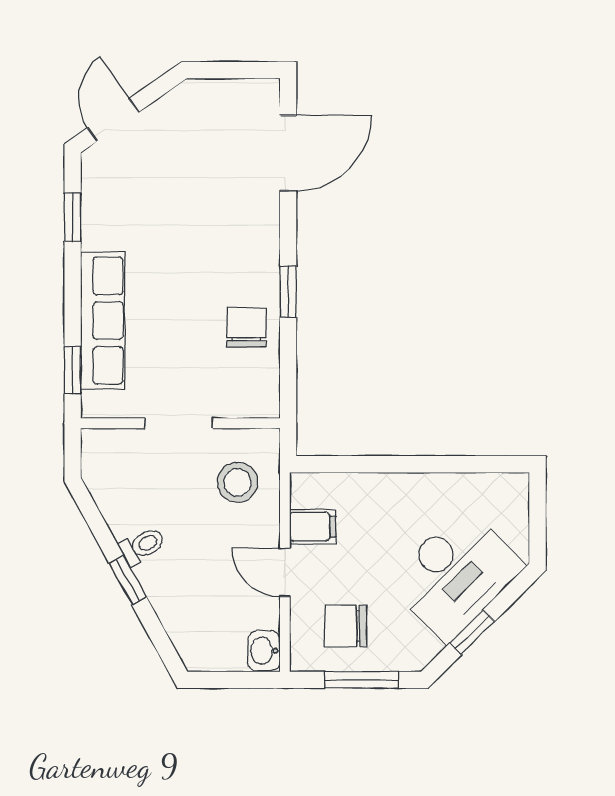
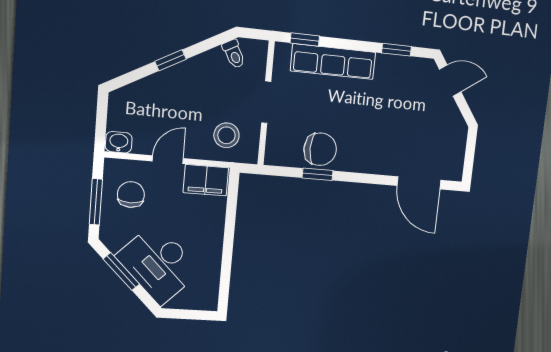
window: (288, 292) -> (317, 174), moved
chair: (247, 327) -> (320, 149), width x1.37, depth x1.37
filing cabinet: (313, 527) -> (206, 180), width x2.00
toilet: (143, 546) -> (234, 54), moved
window: (472, 632) -> (121, 272), width x1.50

